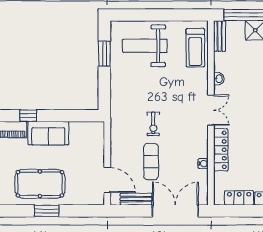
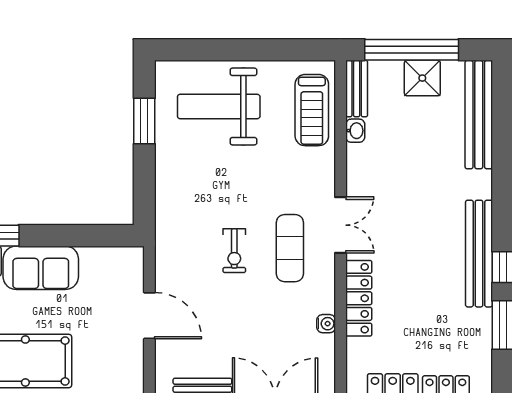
washbasin: (219, 79) -> (355, 131), moved
exercise mat: (151, 162) -> (290, 248), moved
door: (107, 180) -> (149, 316), moved

